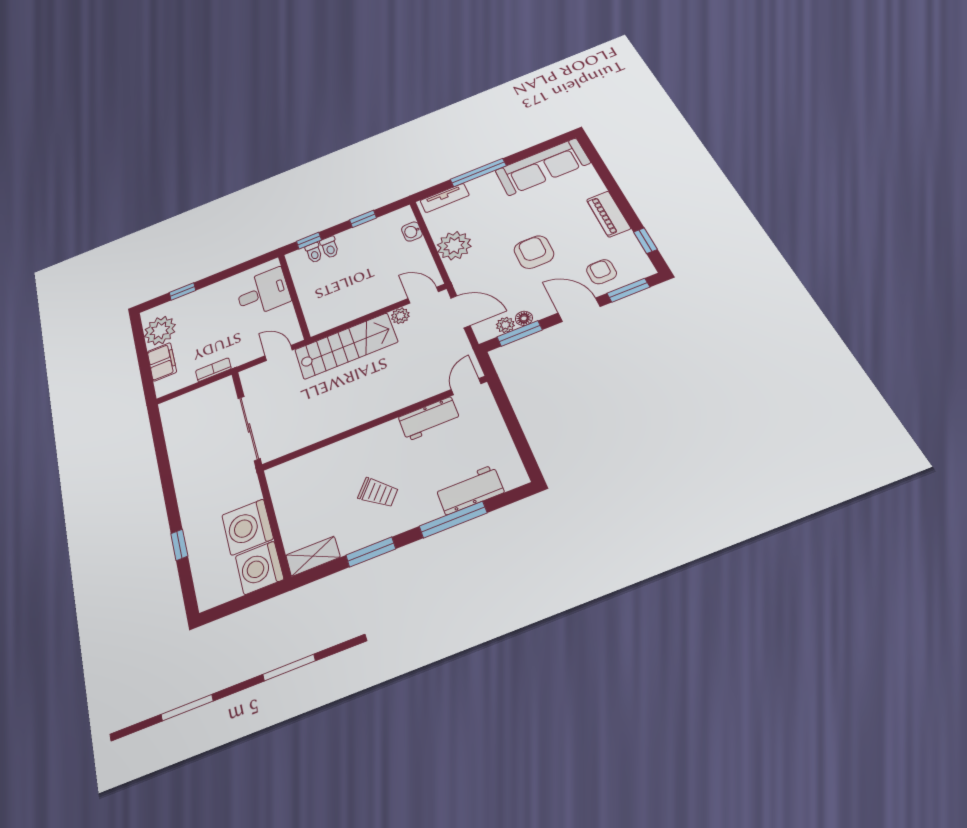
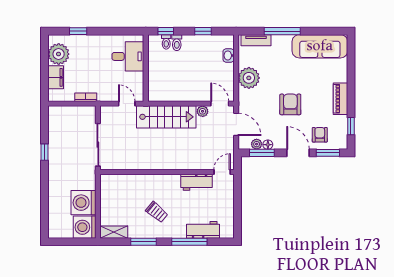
window: (179, 545) -> (45, 152), moved

